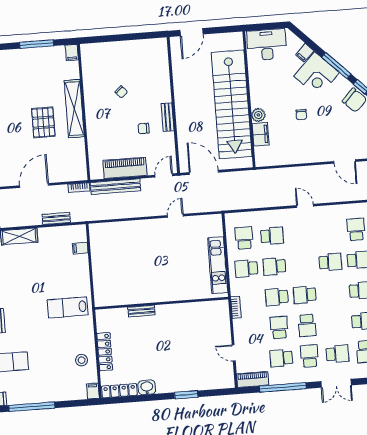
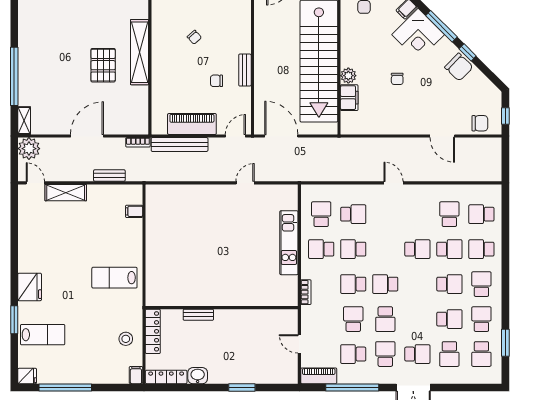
wall: (162, 303) -> (222, 308), moved
bench: (142, 311) -> (198, 315), moved

